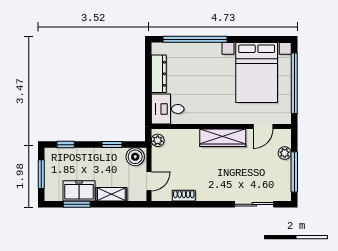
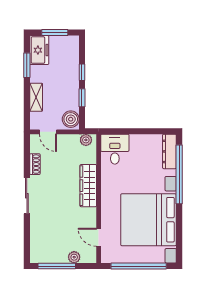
bed with nightstands: (257, 73) -> (148, 220), width x1.36
dresser: (159, 74) -> (169, 151), moved, turned 90
wardrobe: (223, 138) -> (88, 186), moved
window: (66, 145) -> (82, 72), moved
freezer: (79, 191) -> (39, 50), moved
sliding door: (254, 204) -> (27, 196), moved

